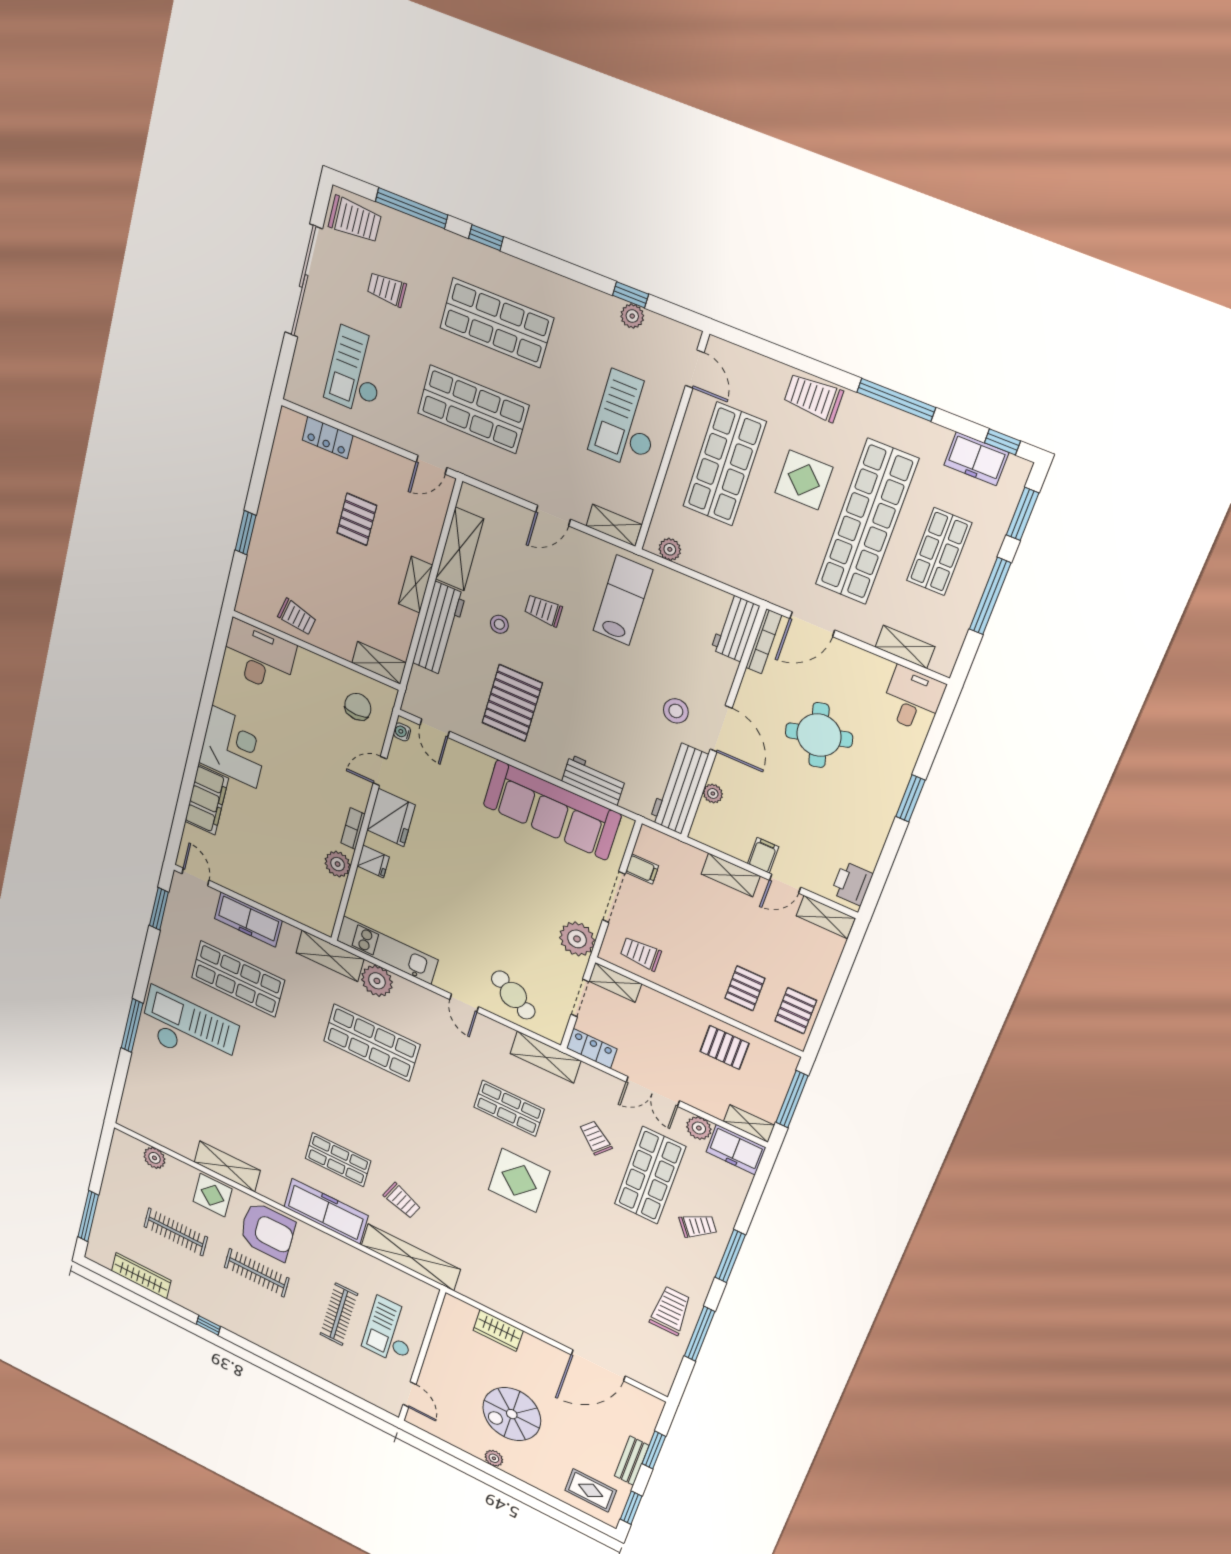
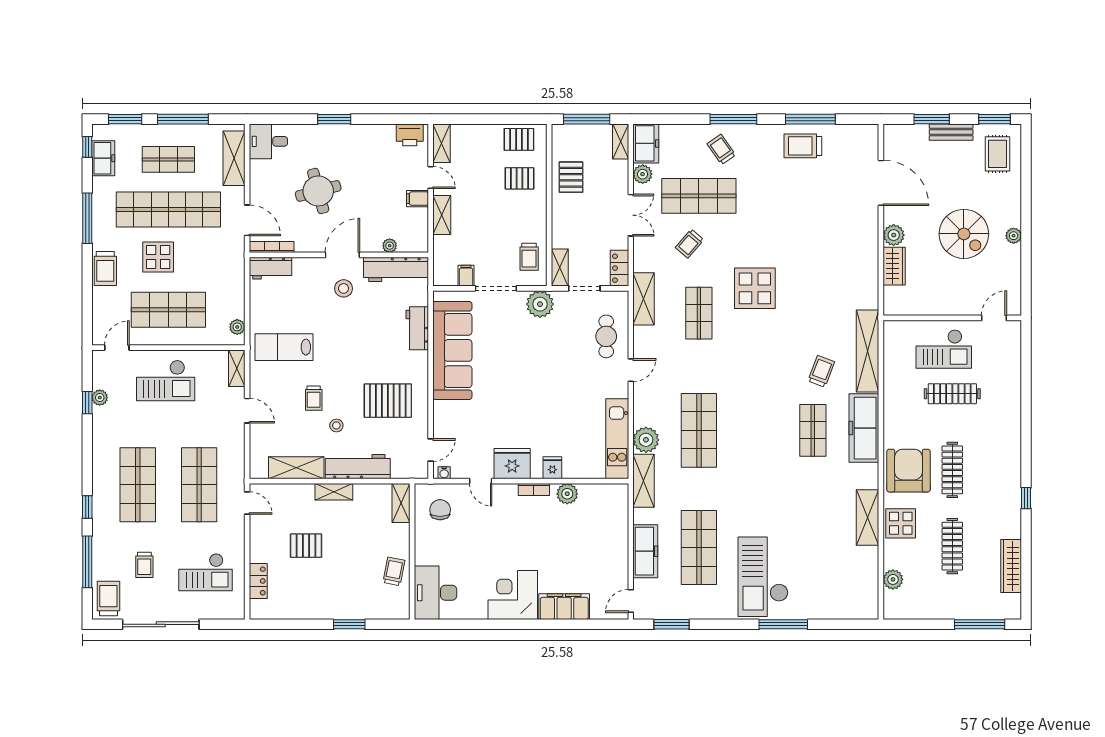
shelving: (905, 647) -> (234, 158), width x1.50, depth x1.33
chair: (358, 707) -> (440, 510), turned 90
cafe table: (513, 995) -> (606, 336), turned -31
plant: (534, 1348) -> (894, 235), added

